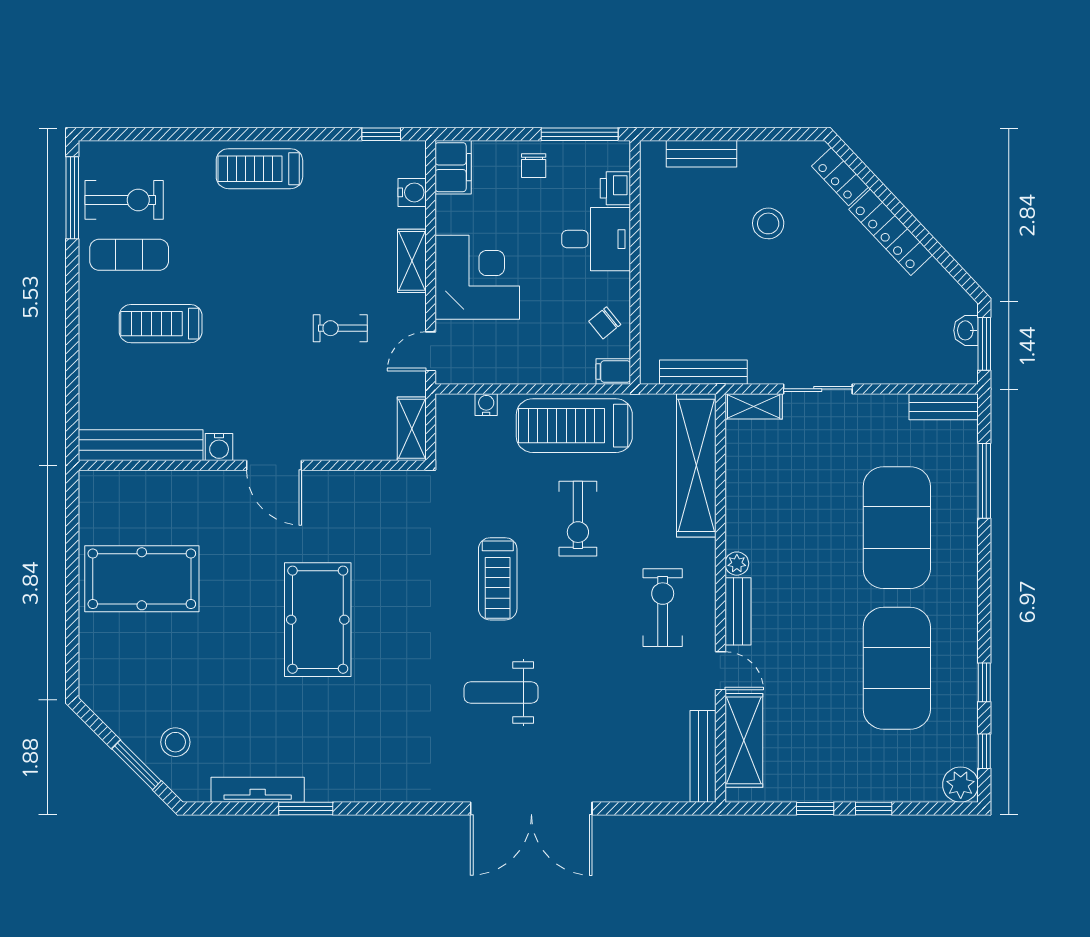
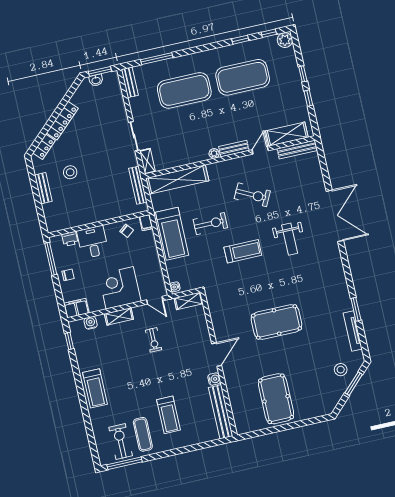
bench: (701, 154) -> (43, 188), moved
water cooler: (486, 405) -> (175, 287), moved
exercise bike: (663, 608) -> (252, 195), moved, turned -153

